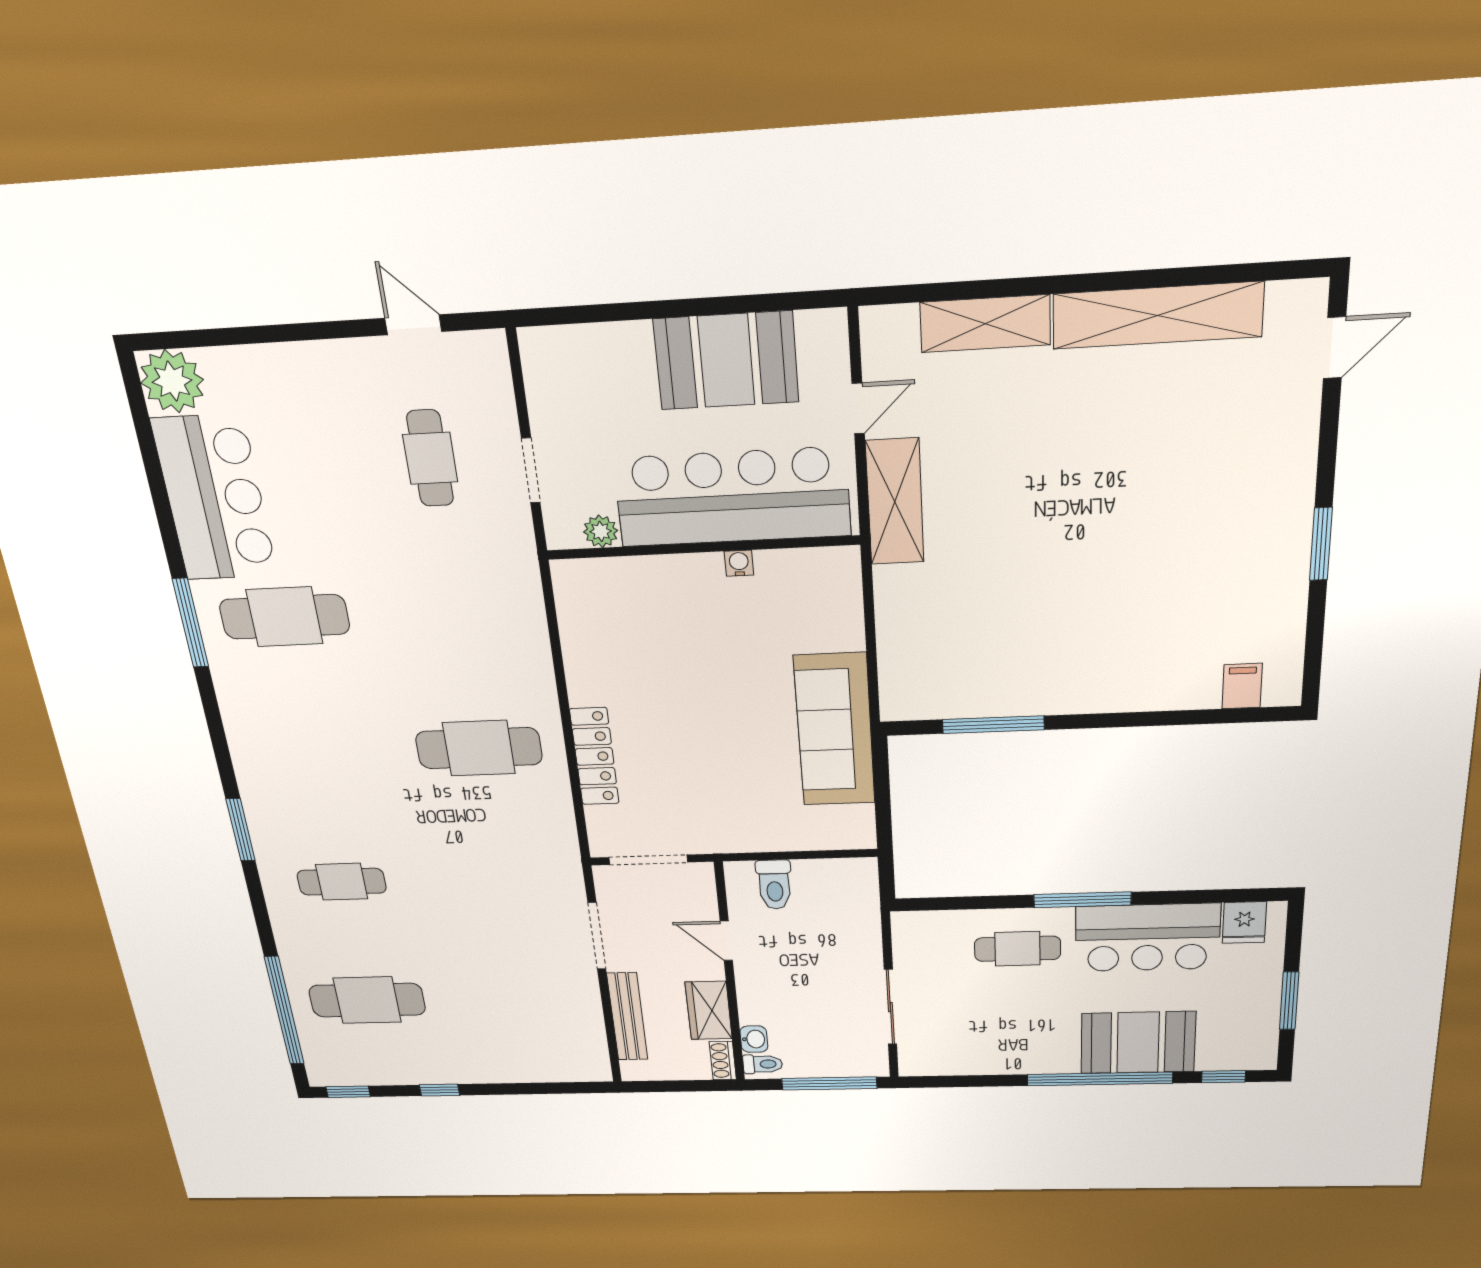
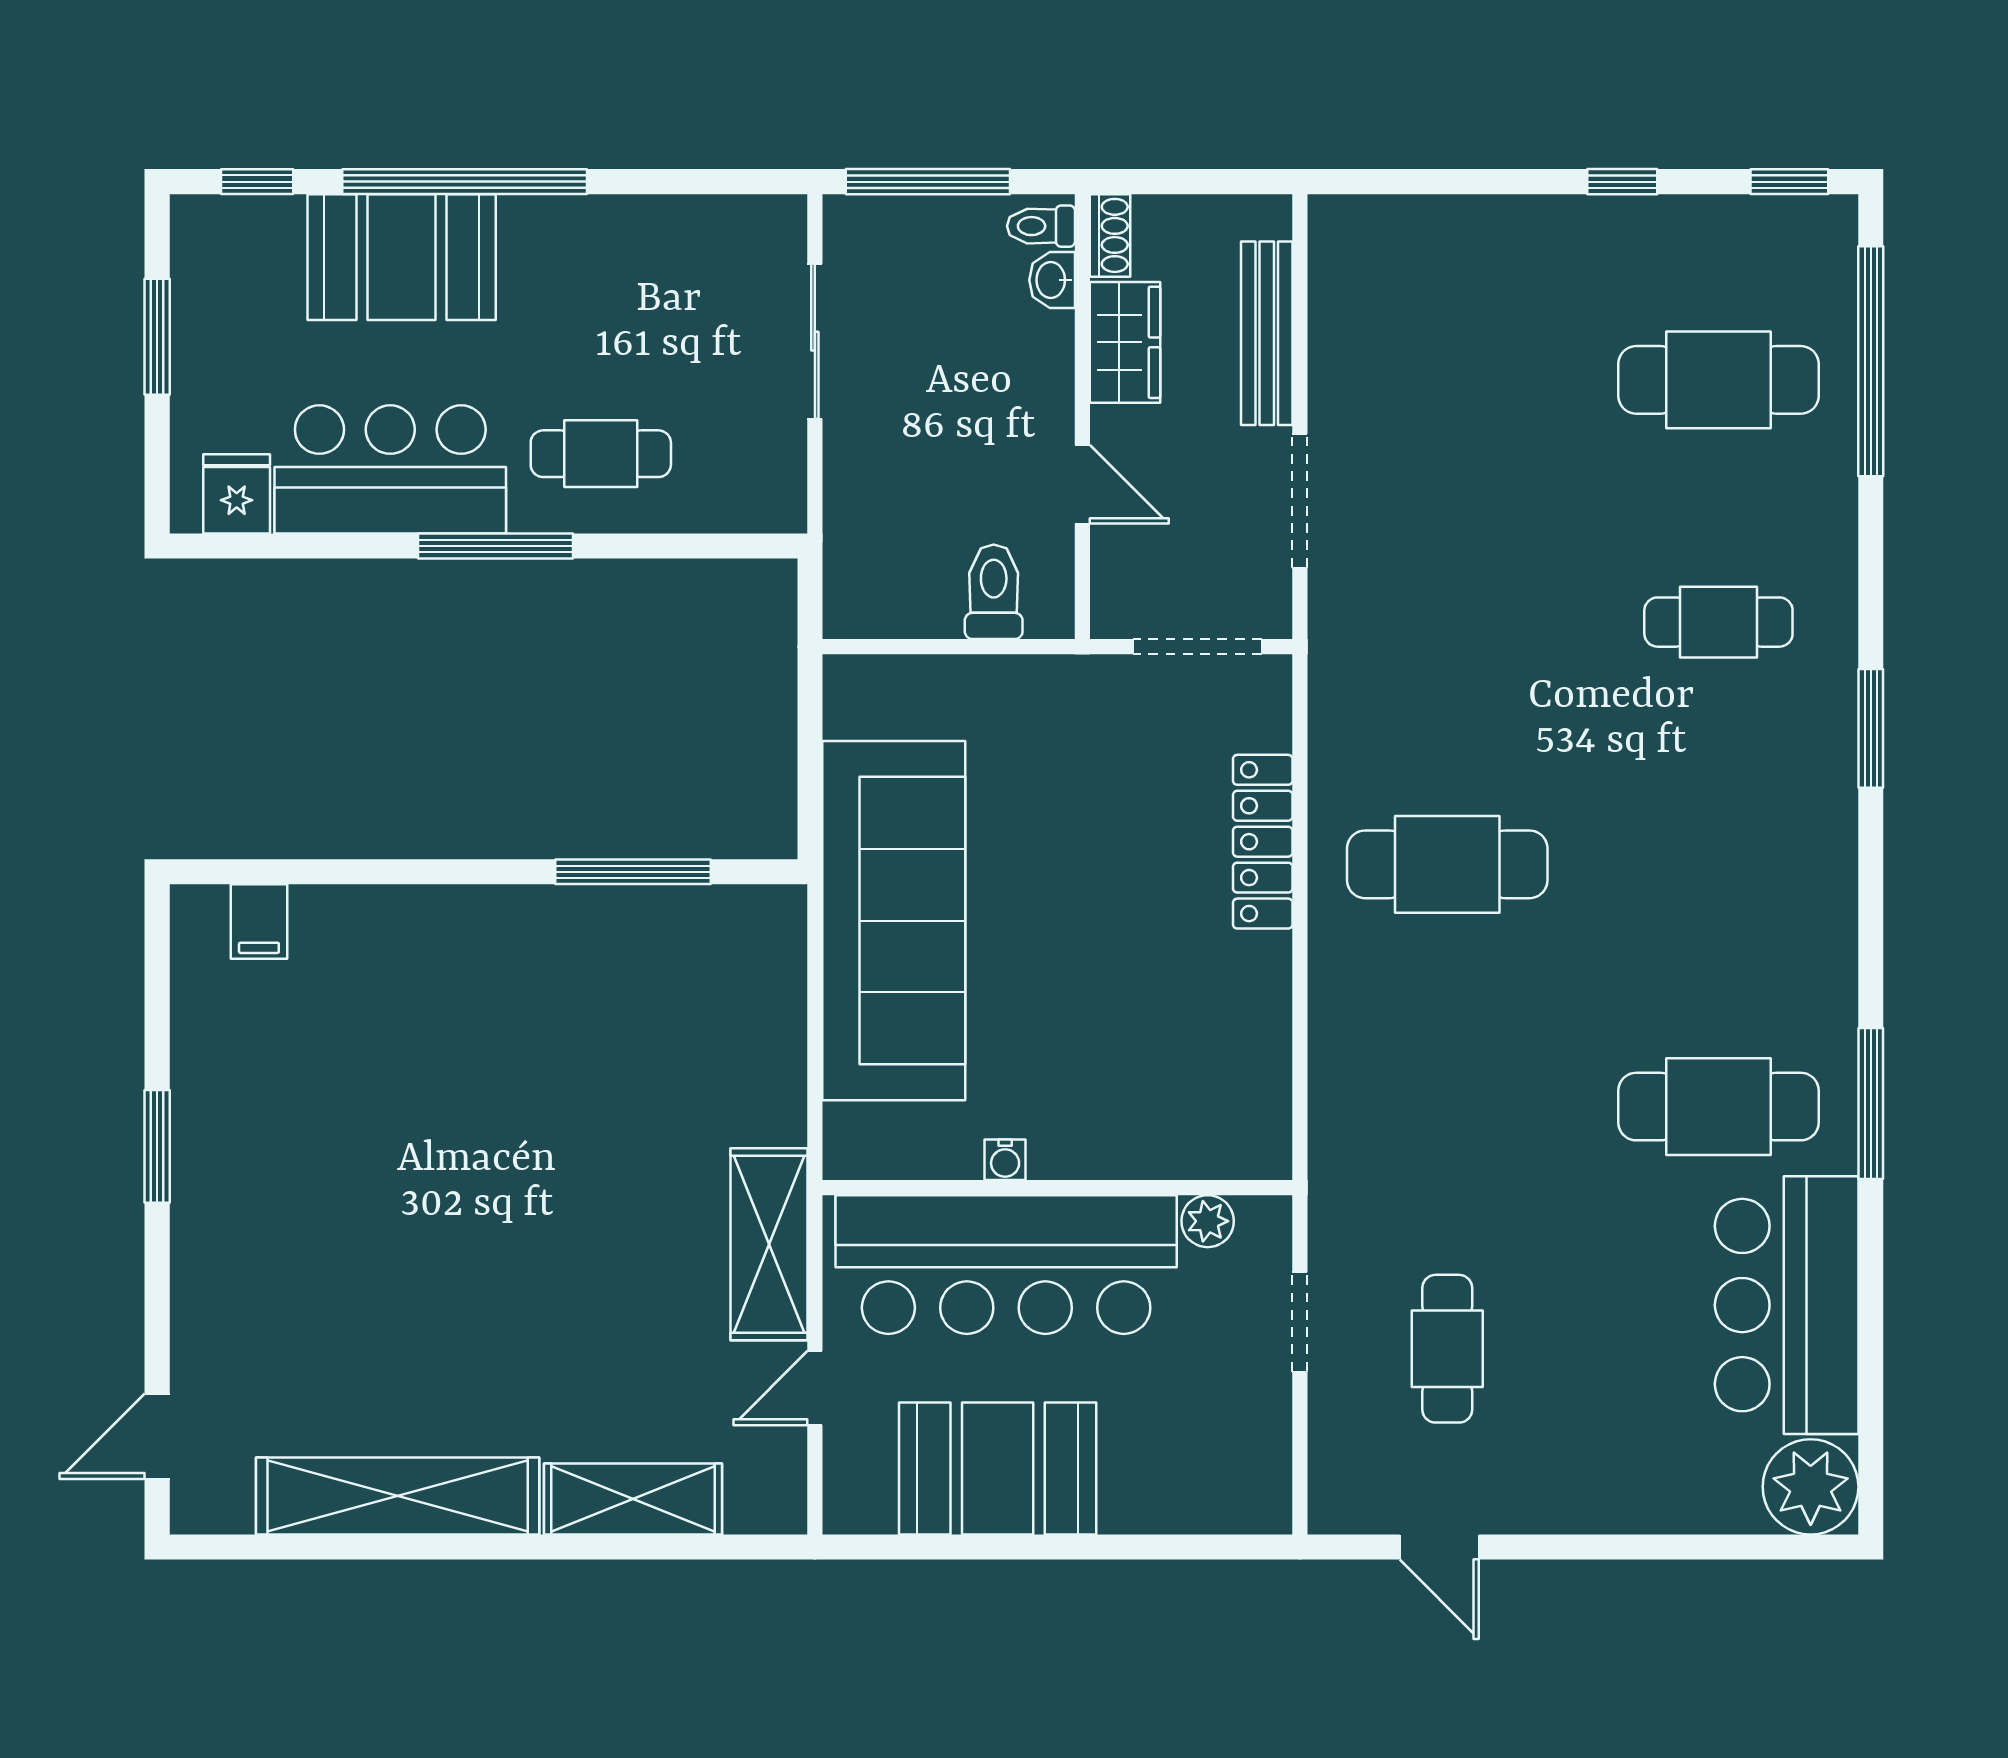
sofa: (835, 730) -> (894, 921), width x1.36, depth x1.27

